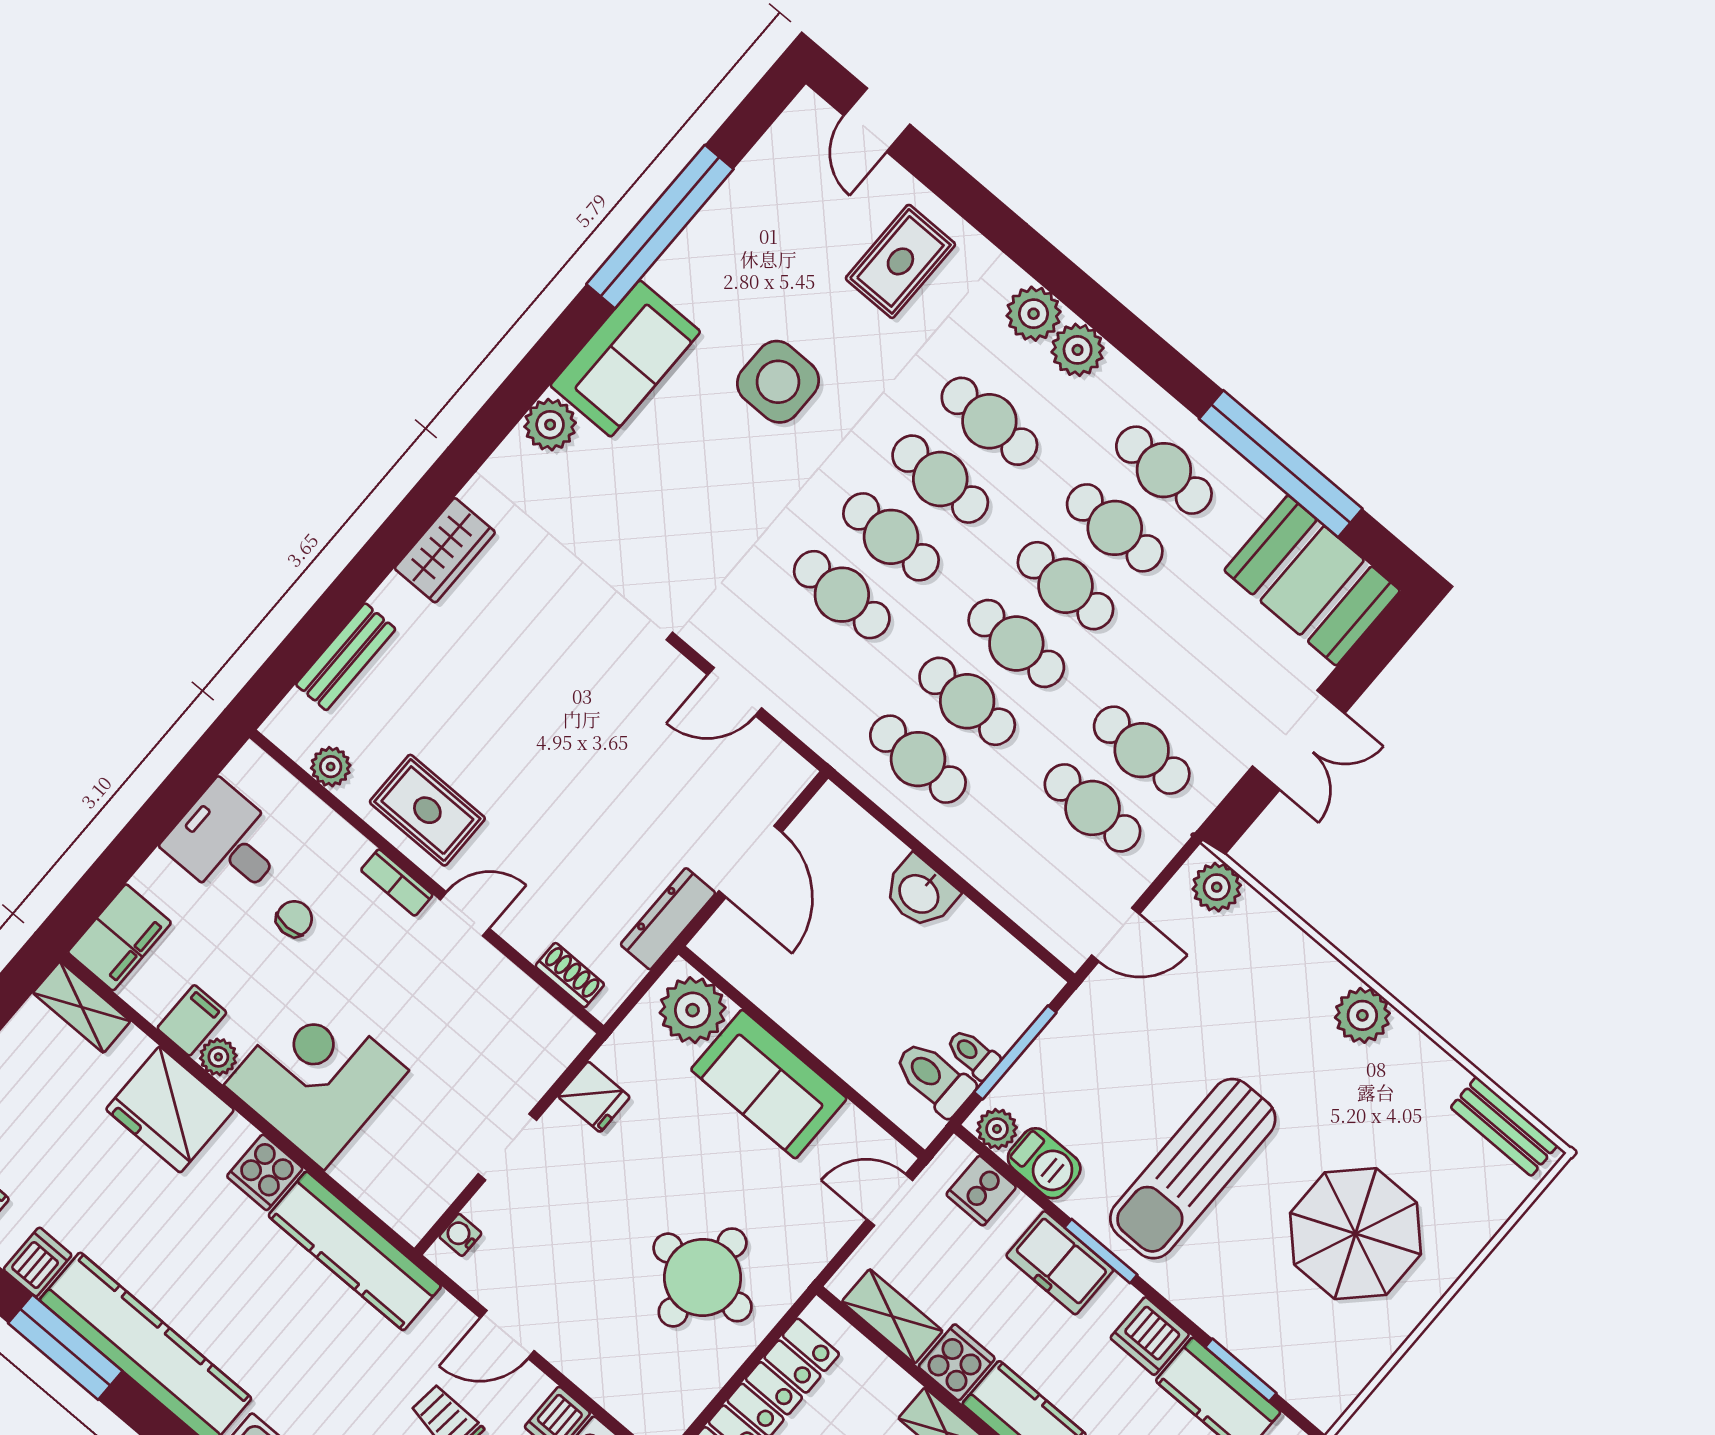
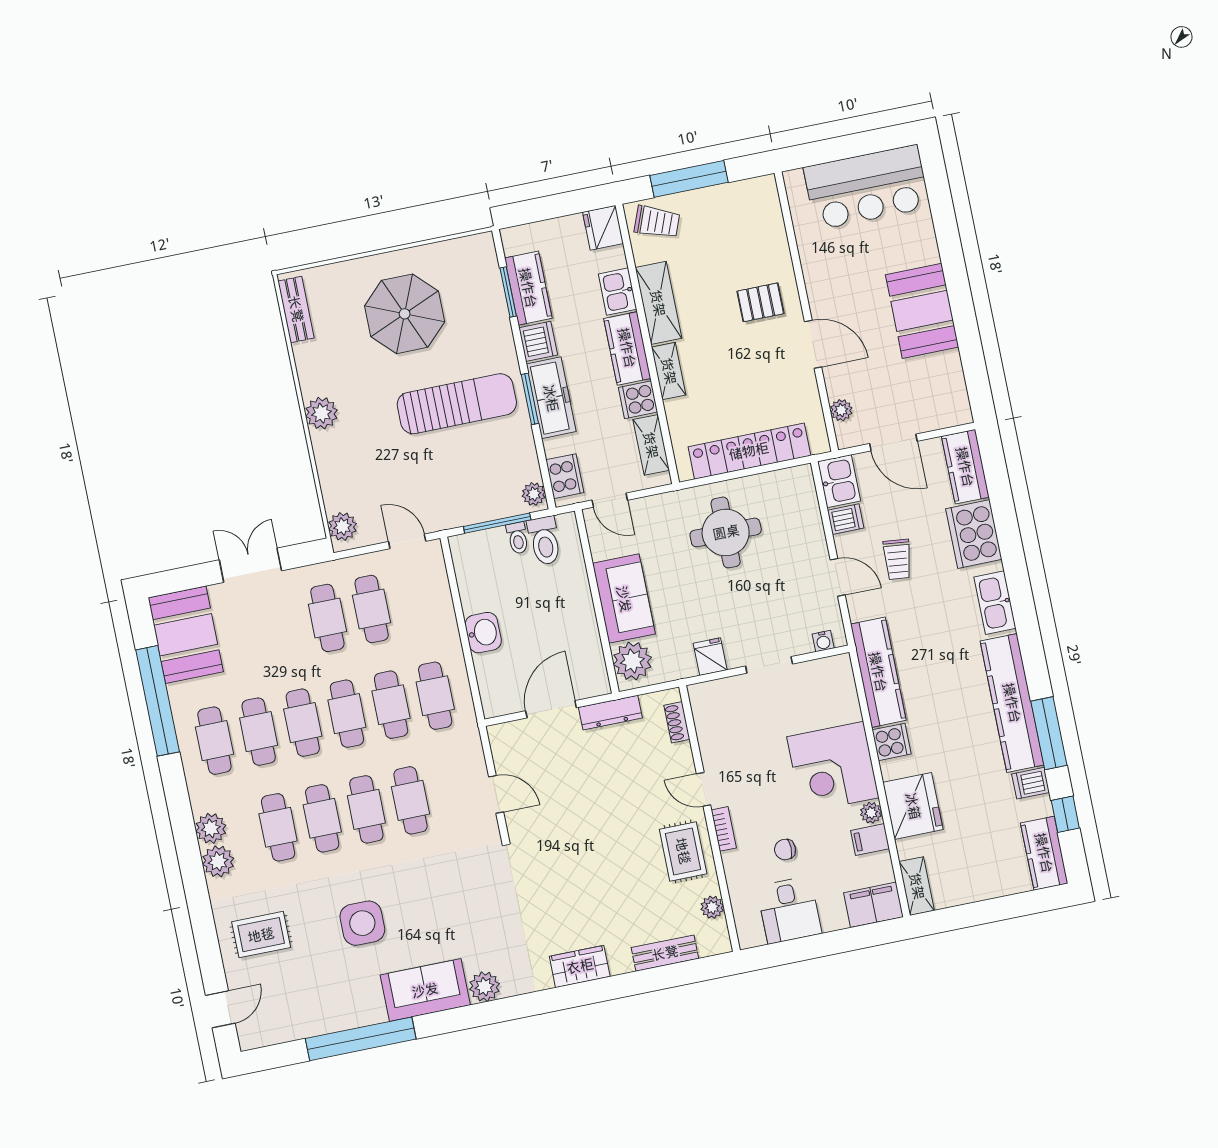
barbecue: (1044, 1163) -> (524, 461), removed
cooker: (981, 1191) -> (565, 476), width x1.36
freezer: (1060, 1263) -> (551, 398), width x1.40

